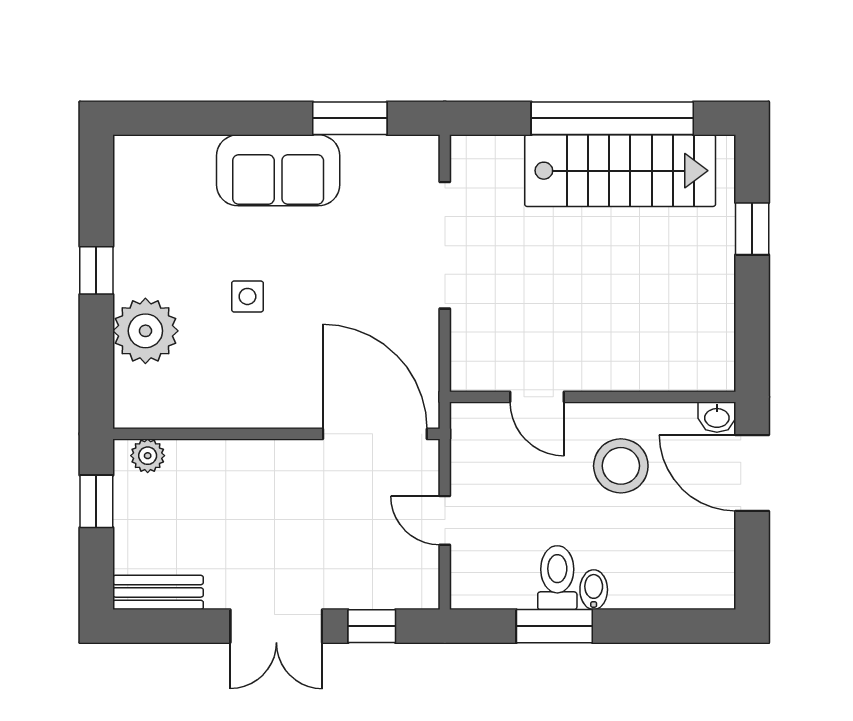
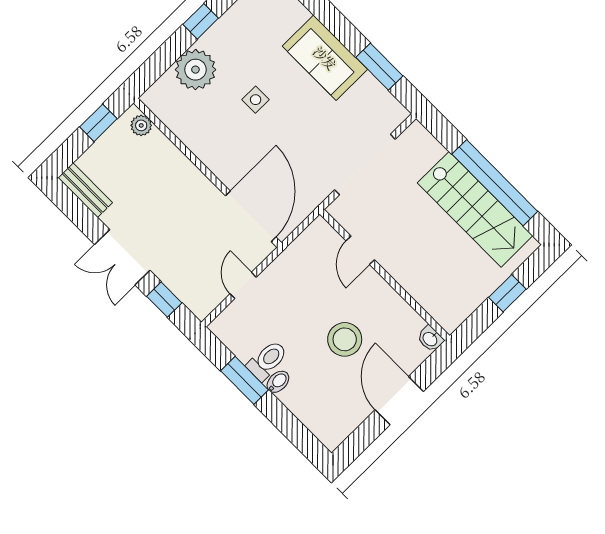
door: (537, 397) -> (360, 250), moved
wall: (593, 397) -> (385, 275), moved
washbasin: (717, 417) -> (430, 339), moved

